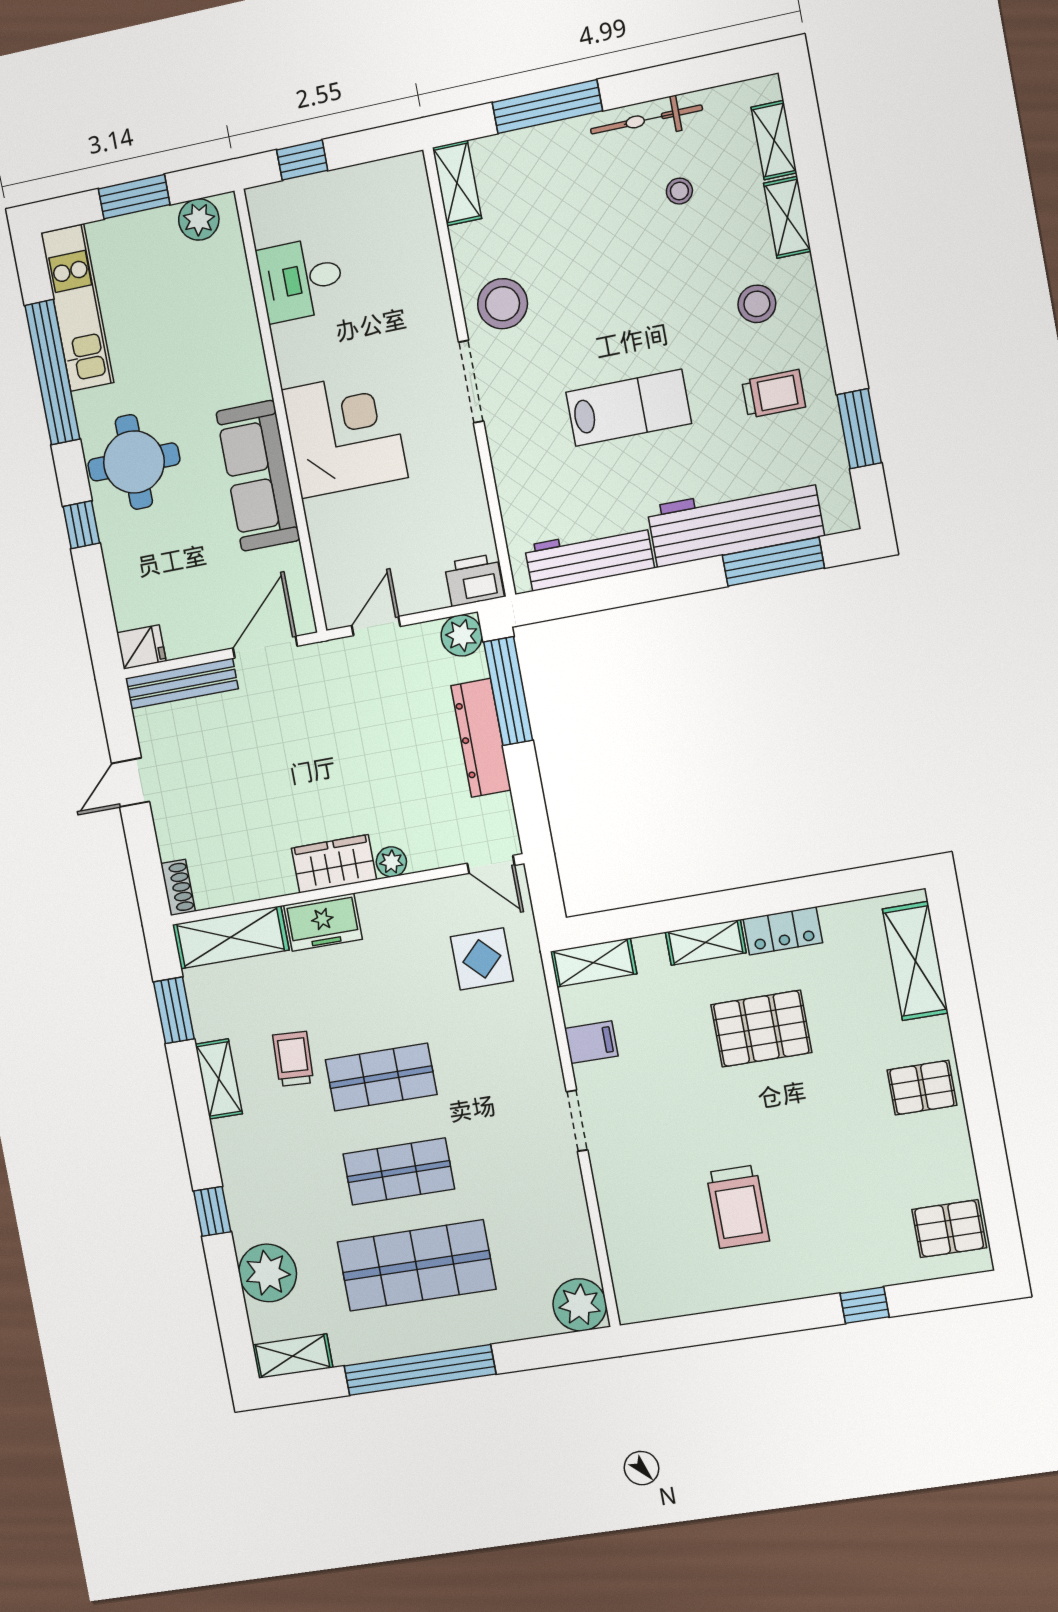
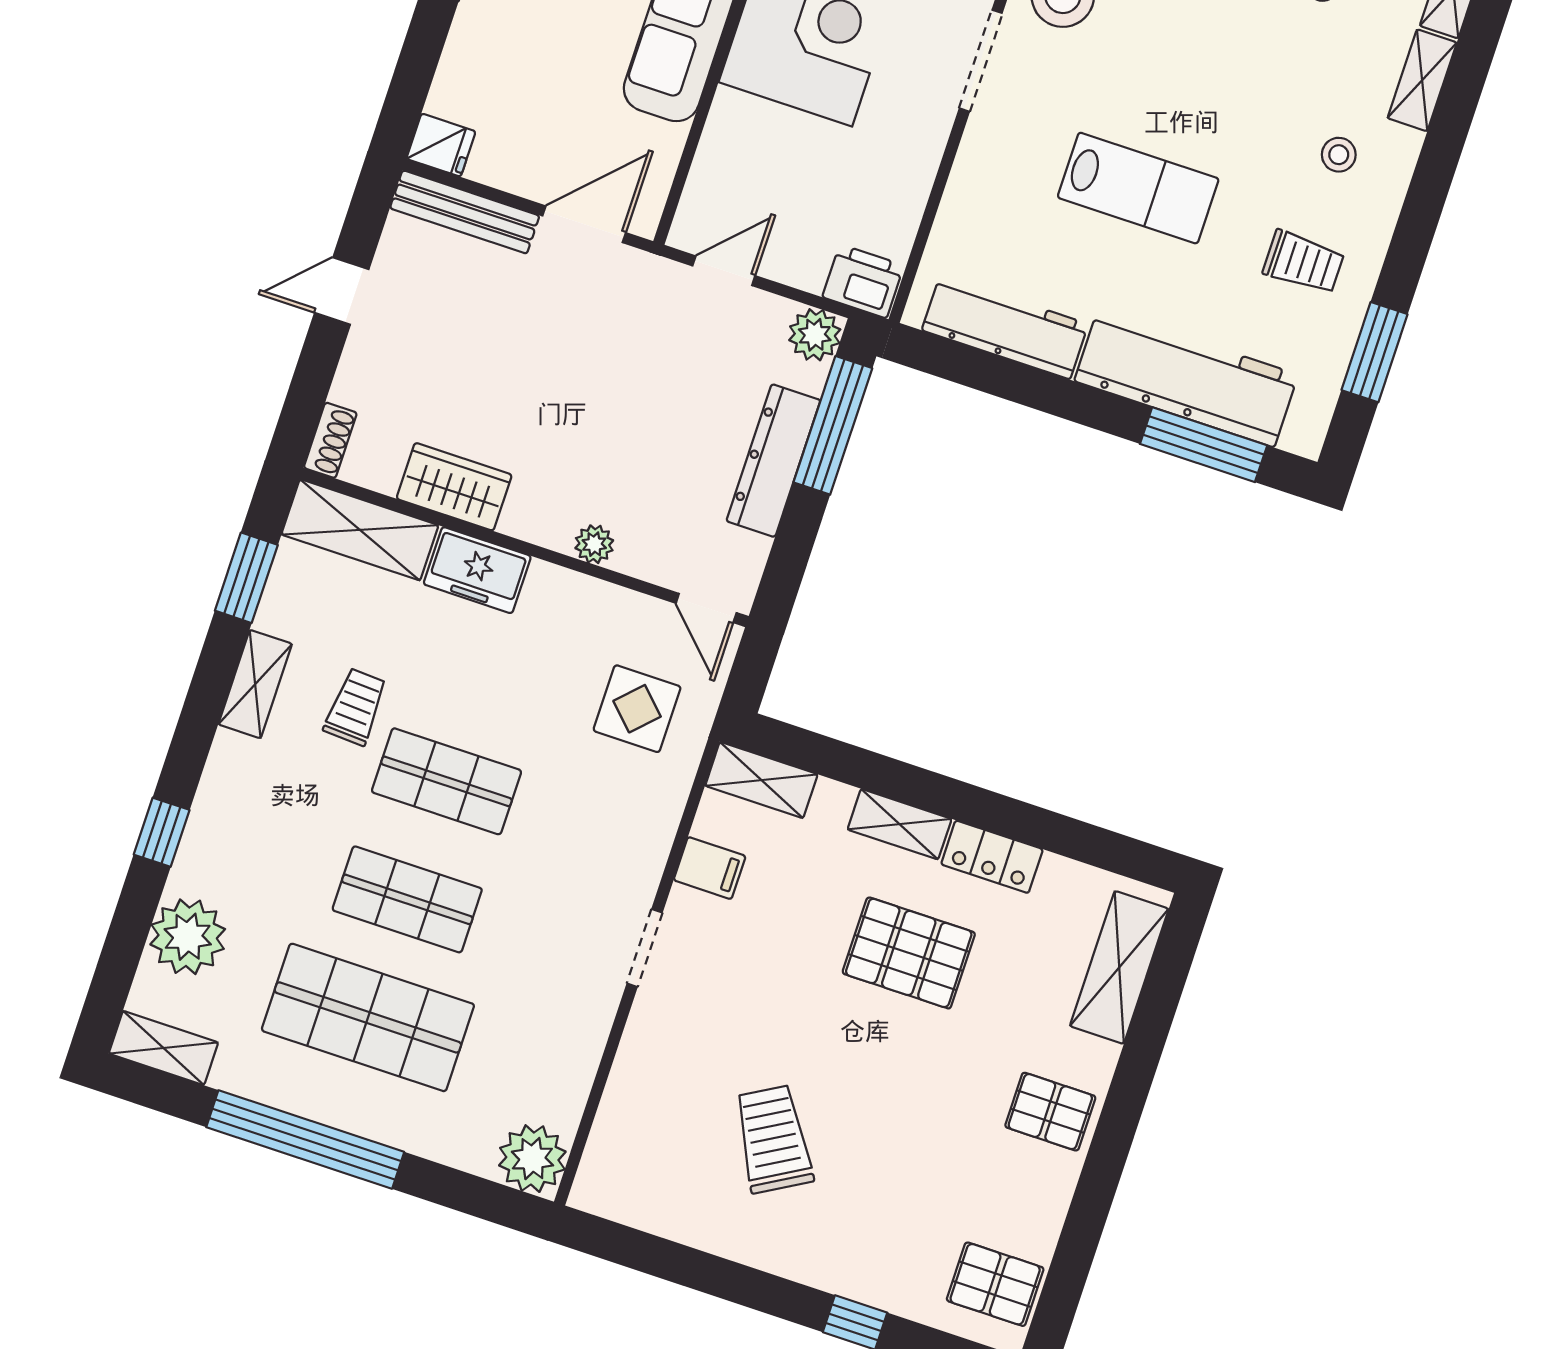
stool: (757, 304) -> (1339, 155), width x0.73, depth x0.73
wardrobe: (334, 864) -> (454, 487), moved
trolley: (738, 1207) -> (773, 1139), turned 150

